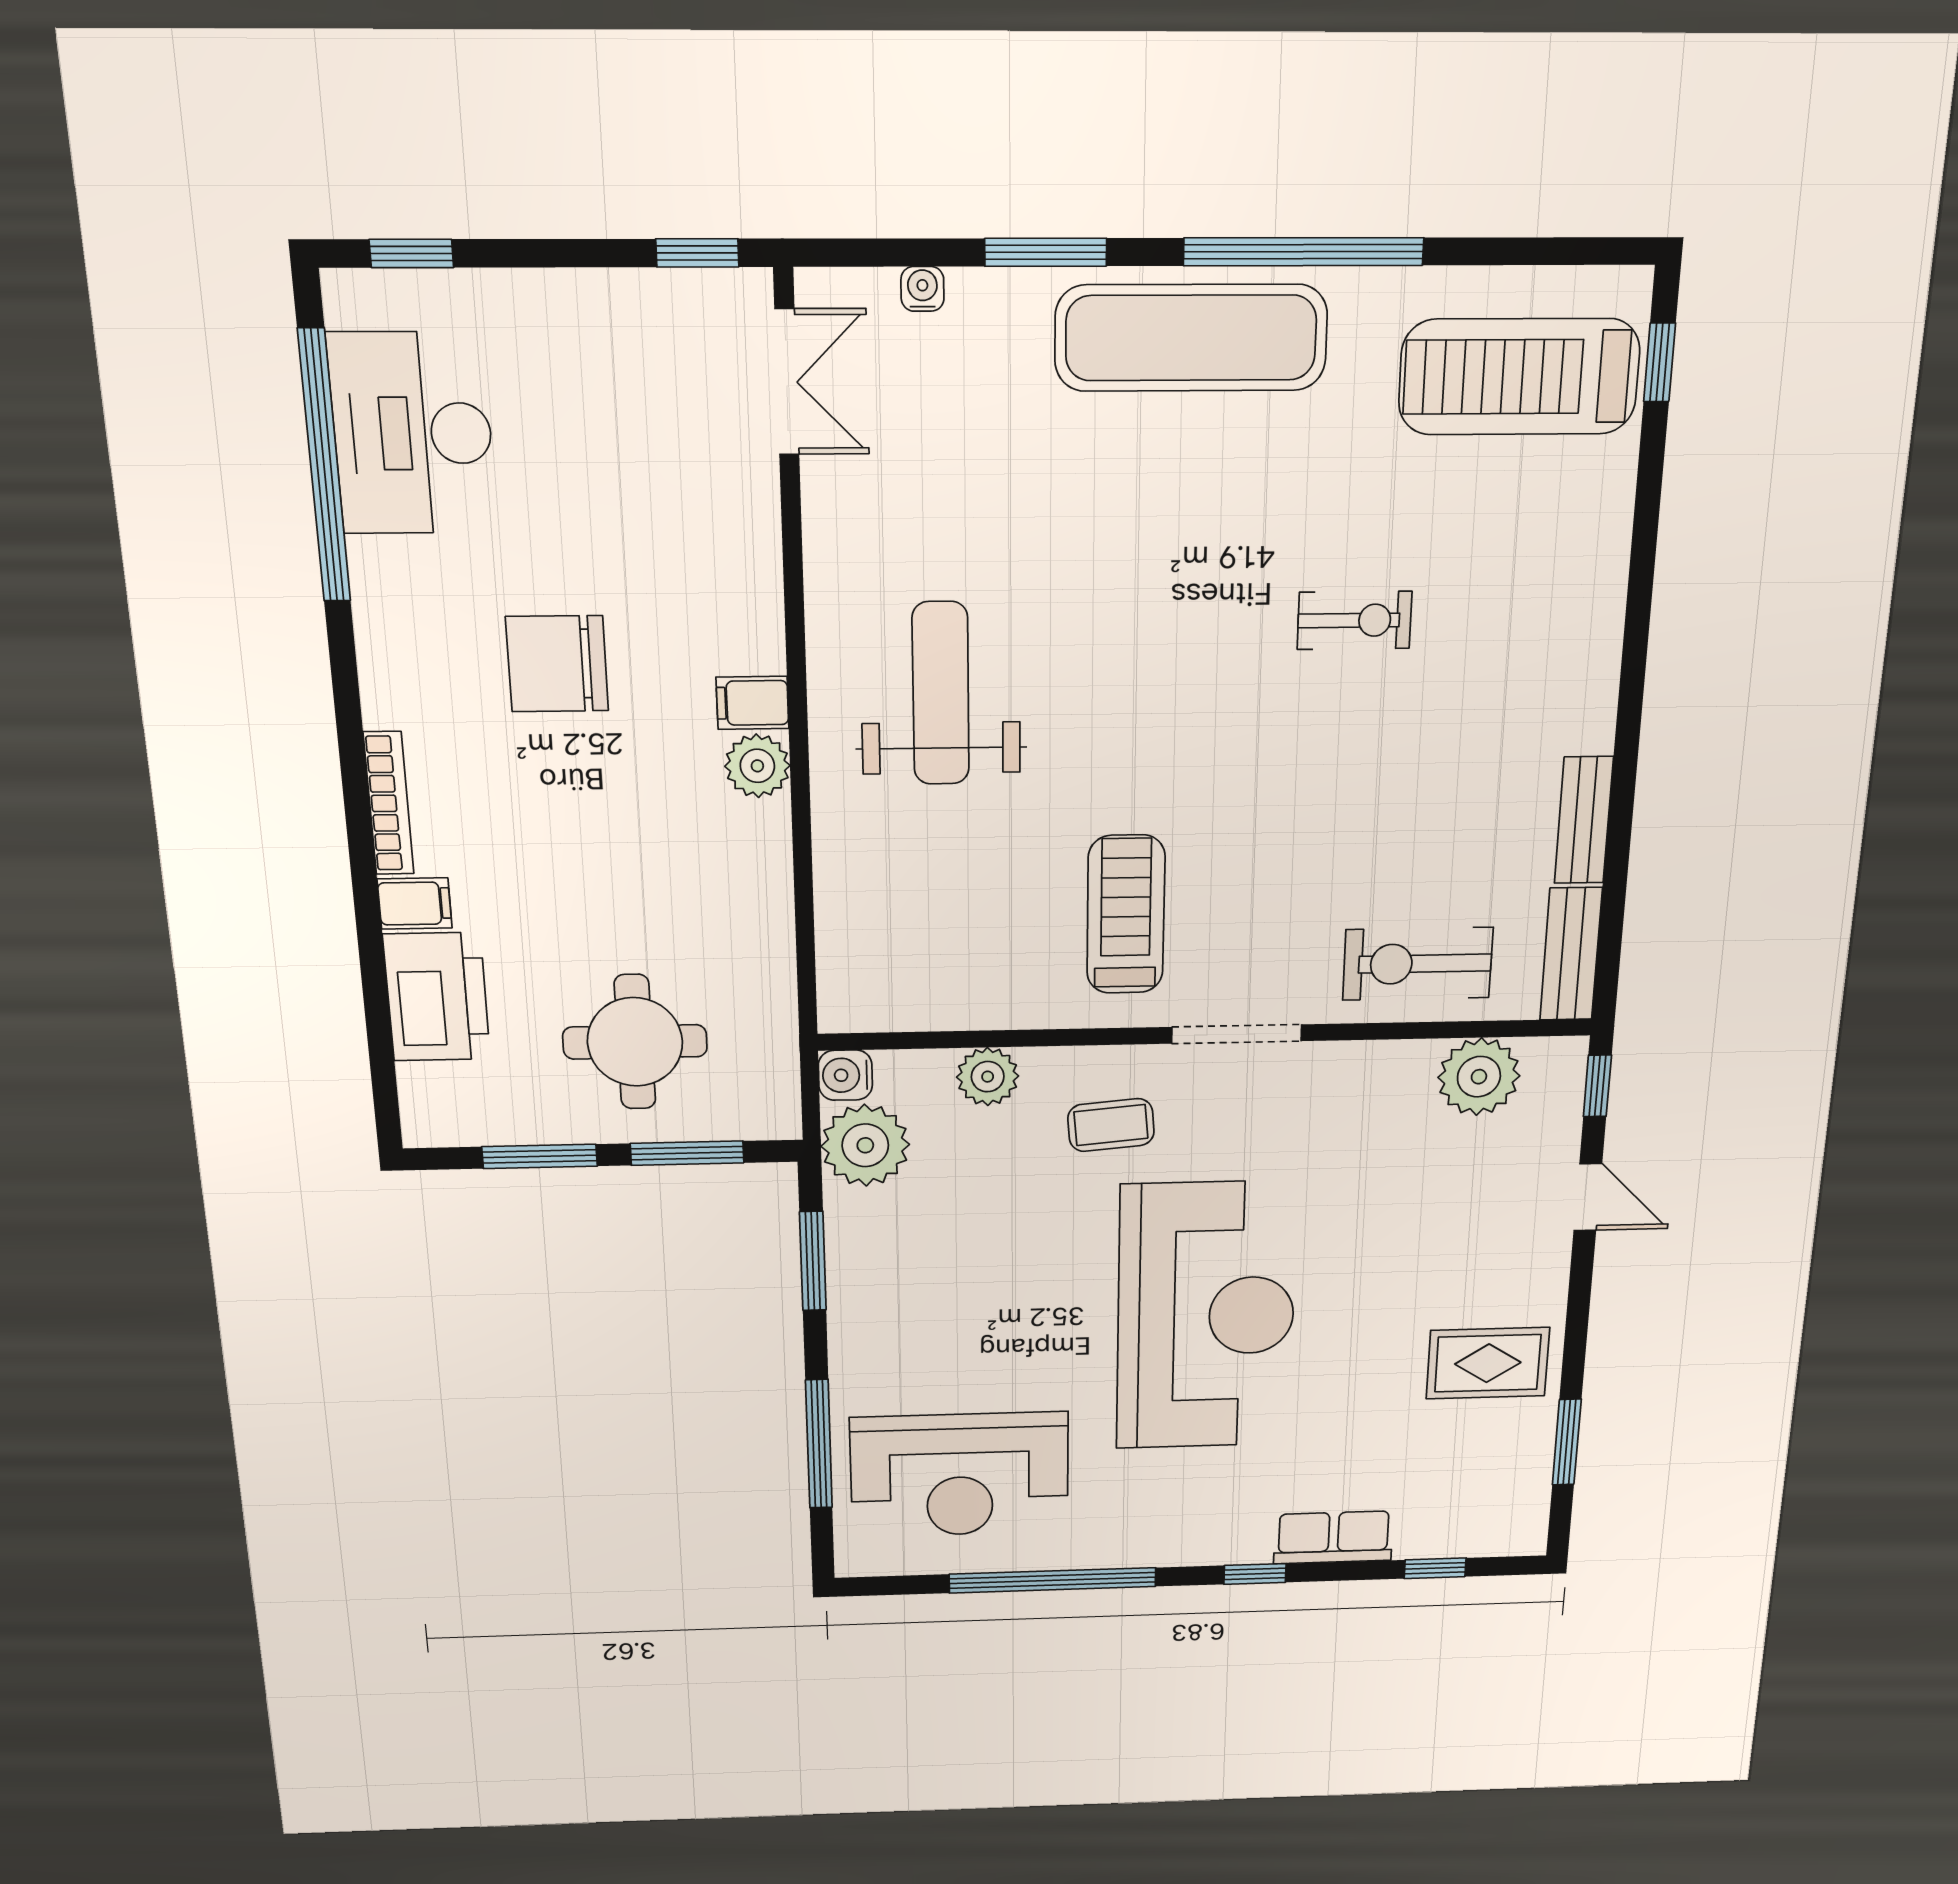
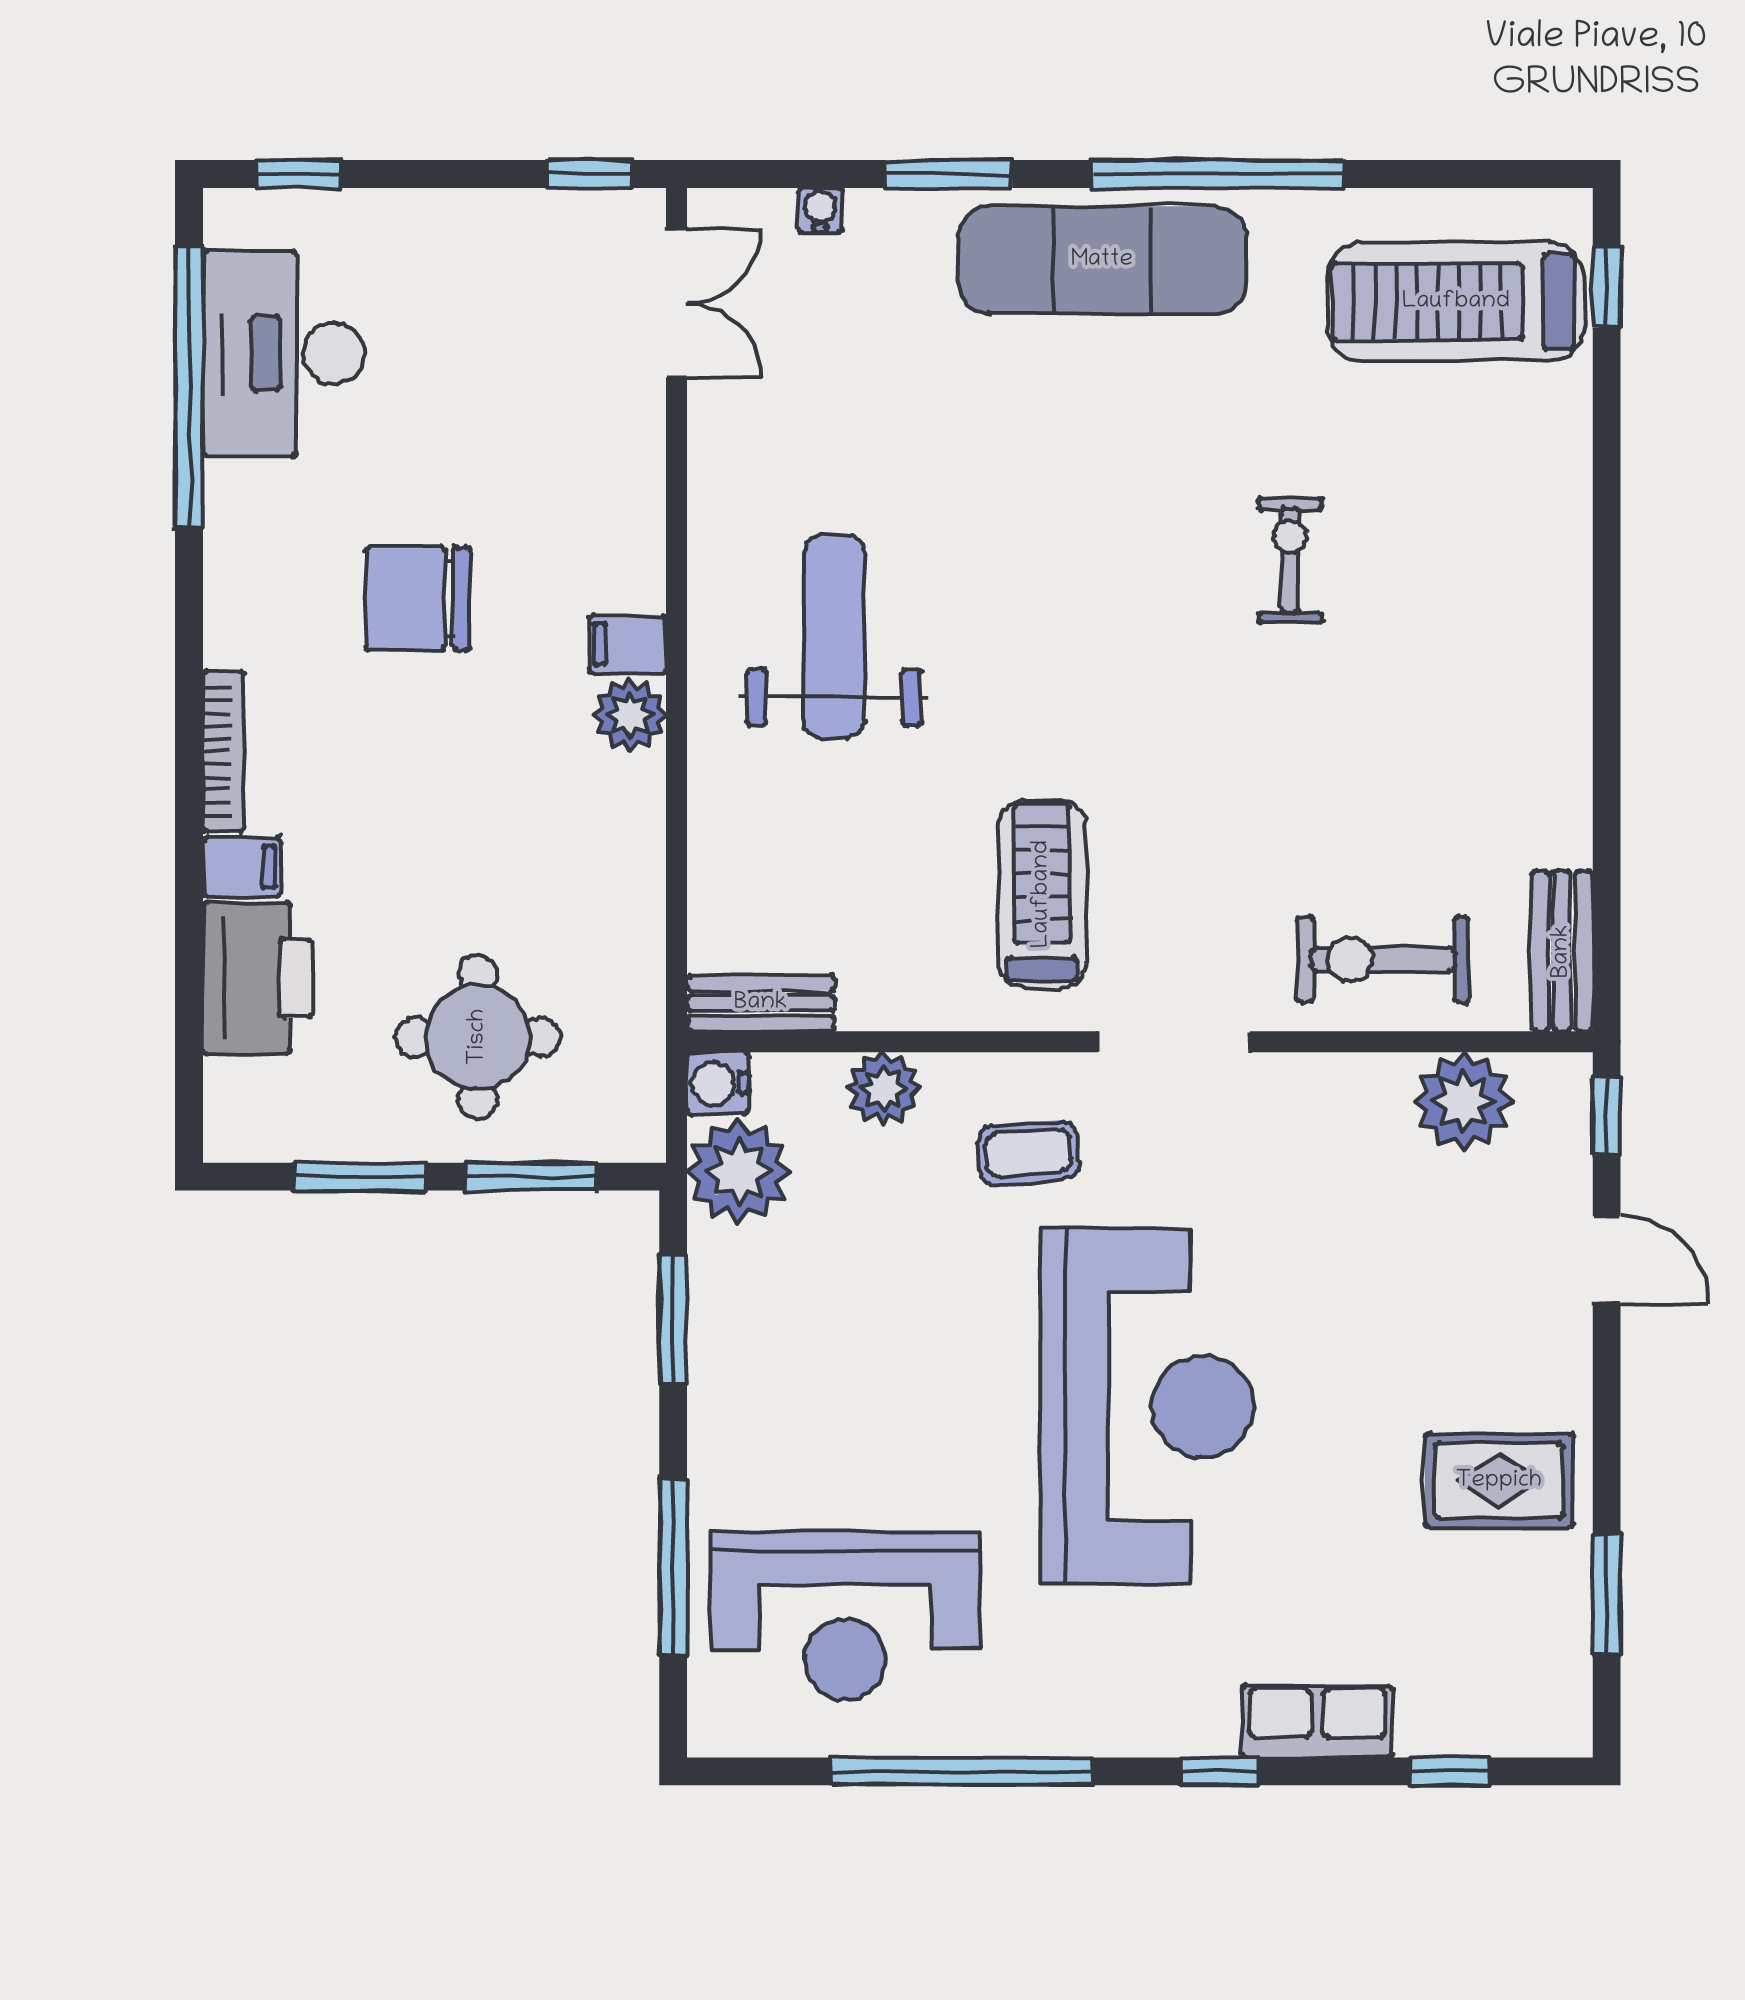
exercise bike: (1354, 620) -> (1290, 560), turned -90
bench: (1584, 820) -> (761, 1003), moved, turned 90

